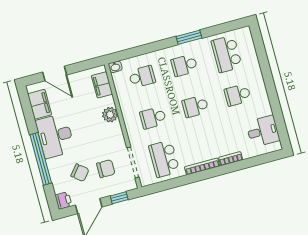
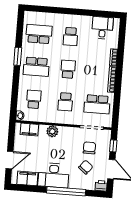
school desk: (227, 54) -> (39, 34), turned 180
school desk: (184, 65) -> (36, 67), width x1.85
school desk: (195, 106) -> (68, 69), turned 180

